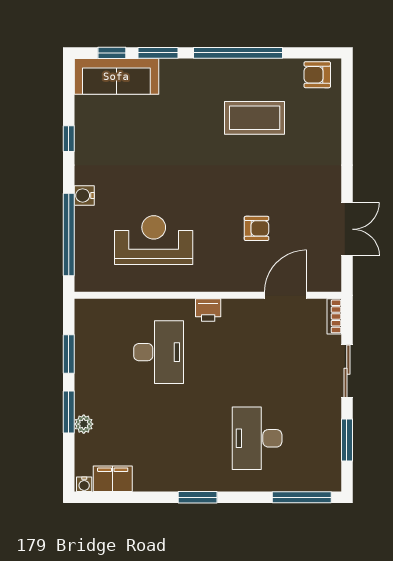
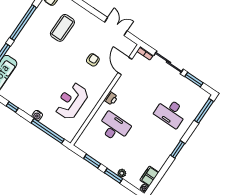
coffee table: (255, 118) -> (62, 28), moved
sliding door: (347, 371) -> (169, 62), width x1.37

